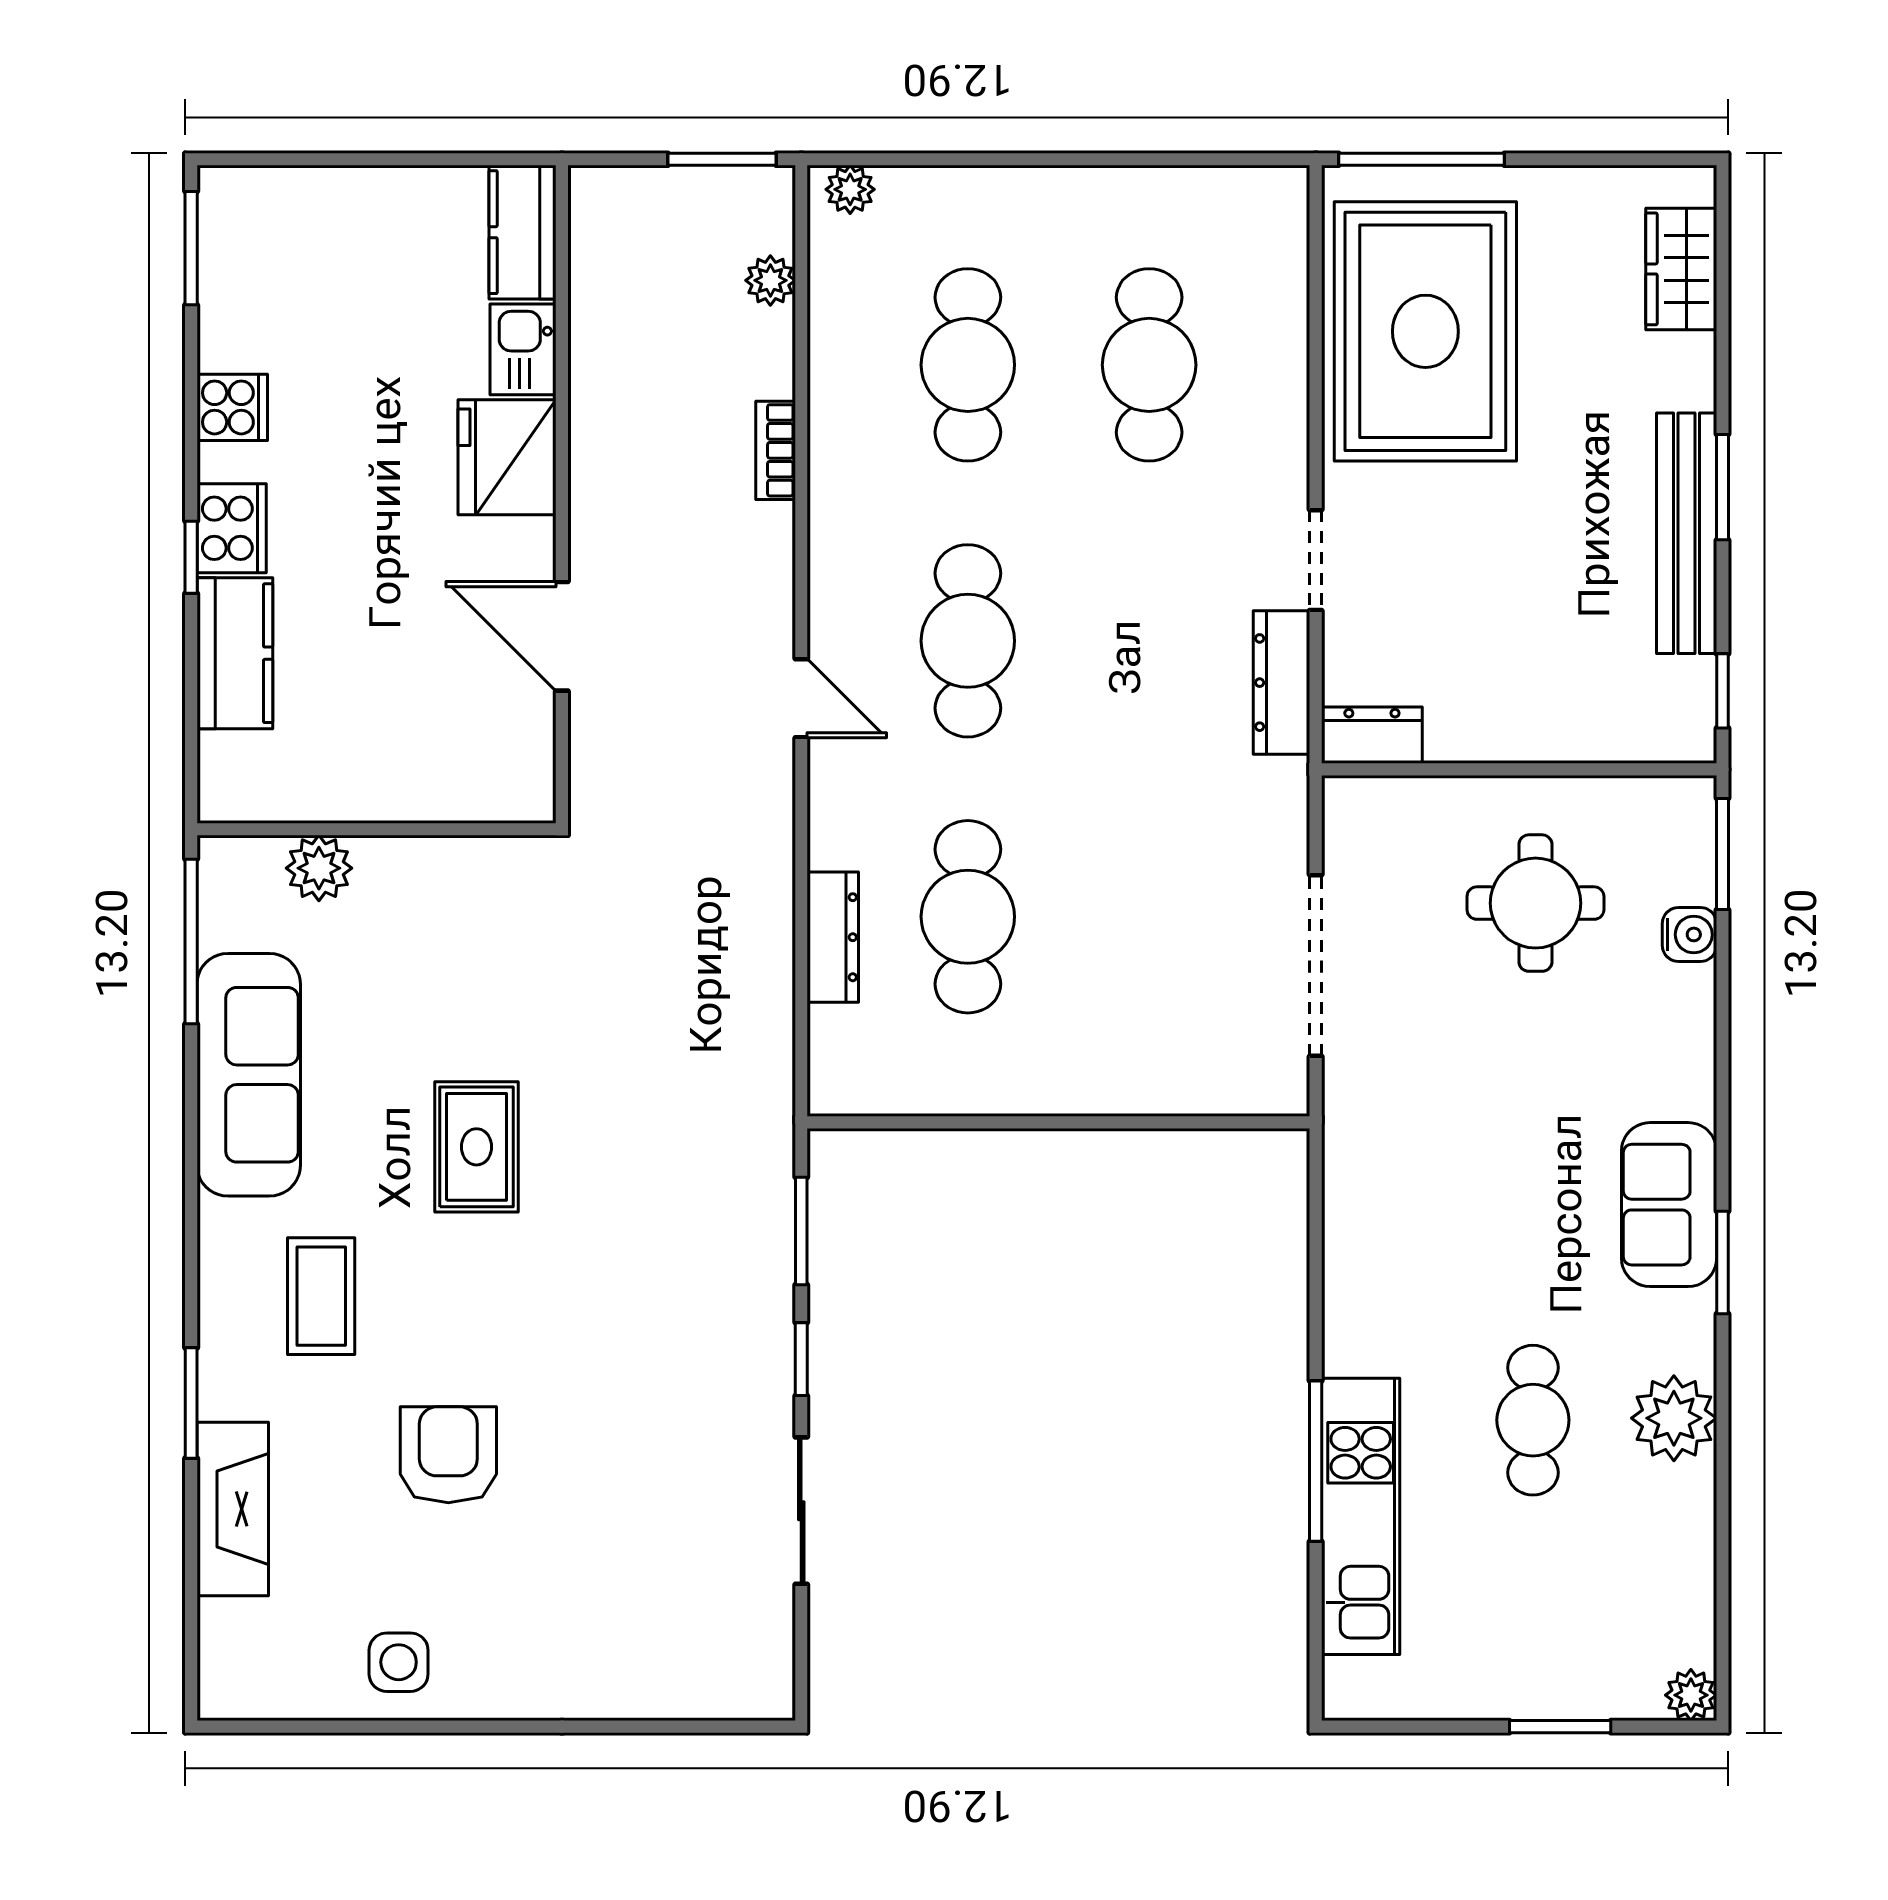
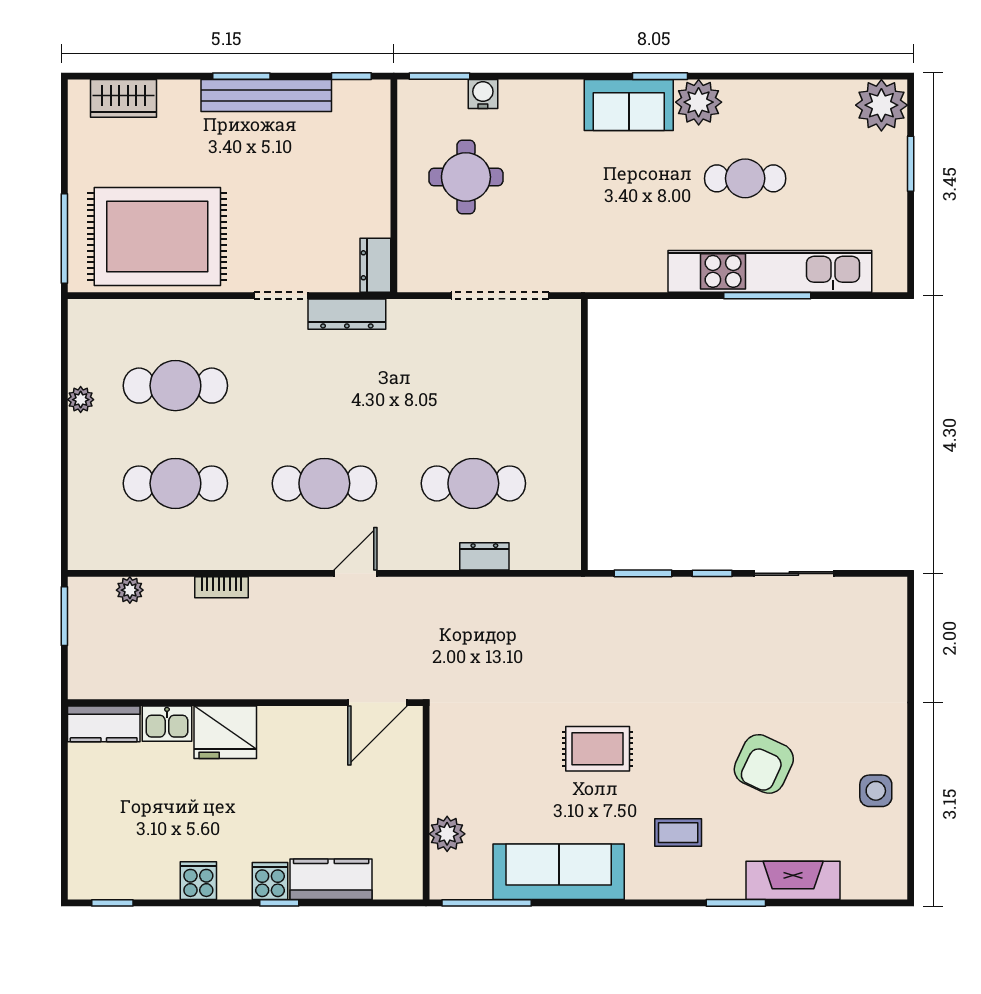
plant: (850, 189) -> (81, 400), moved
window: (191, 248) -> (112, 903), width x0.67
cooker: (232, 528) -> (270, 881), width x0.73
door: (562, 636) -> (378, 703), moved
dresser: (833, 937) -> (484, 556), width x0.70
coffee table: (321, 1296) -> (678, 833), width x0.73, depth x0.77
plant: (1674, 1418) -> (699, 102), moved
armchair: (448, 1455) -> (764, 764), turned -65
kitchen unit: (1361, 1516) -> (770, 271), width x1.36
plant: (1691, 1695) -> (881, 105), width x1.88, depth x1.88

